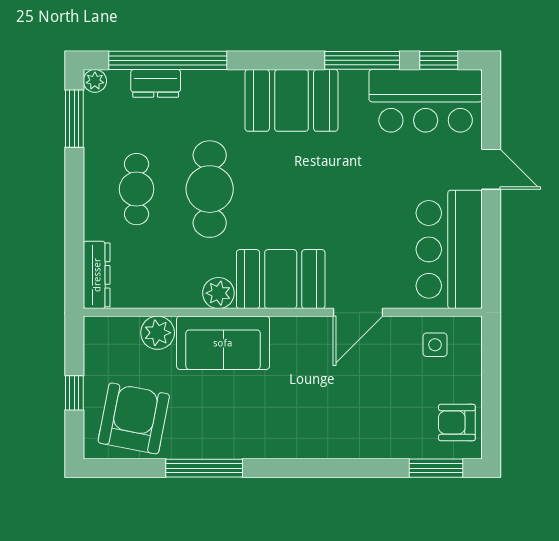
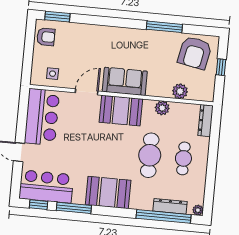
dresser: (156, 83) -> (170, 206), width x1.44
window: (74, 119) -> (209, 194), removed
plant: (218, 293) -> (162, 108), moved
sofa: (223, 343) -> (125, 81), moved

